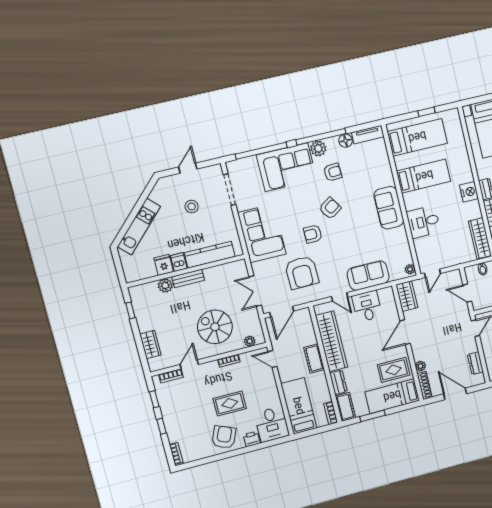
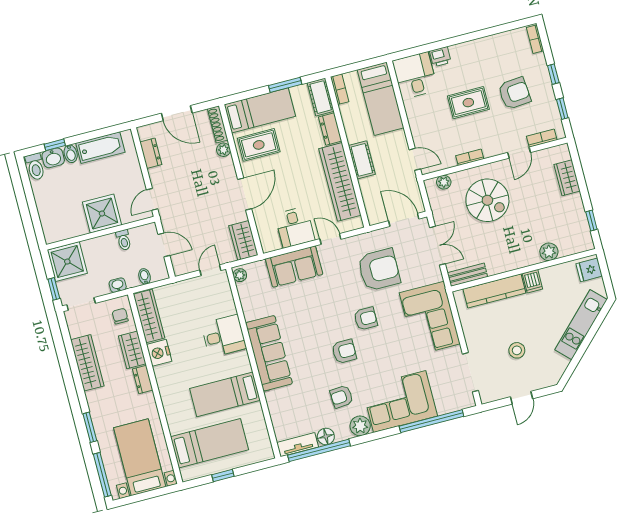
window: (321, 137) -> (319, 450), moved
bed: (417, 137) -> (209, 443), moved, turned 180
nightstand: (469, 192) -> (159, 353), moved
armchair: (330, 208) -> (344, 351), turned -147
sofa: (389, 208) -> (269, 353), width x1.36
fridge: (164, 265) -> (589, 270), moved, turned 90
armchair: (302, 272) -> (379, 270), turned 91
bench: (188, 279) -> (467, 275), moved
door: (282, 312) -> (404, 220), hinge flipped
armchair: (224, 437) -> (515, 93), moved, turned -118

